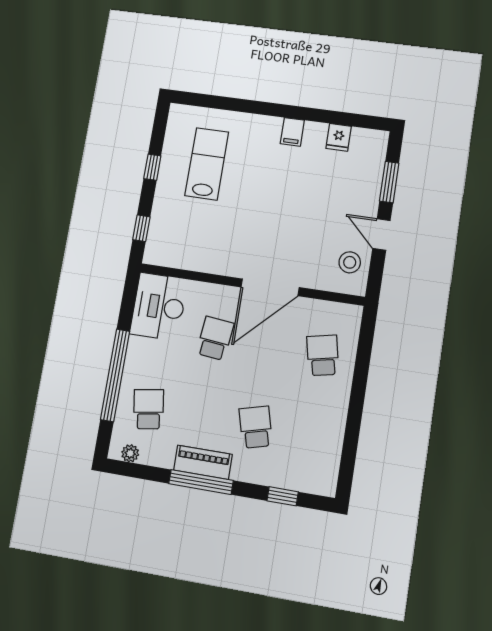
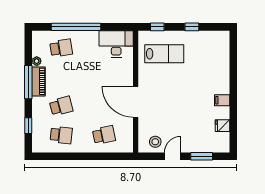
lab bench: (207, 164) -> (164, 54), moved
school desk: (215, 338) -> (61, 135), moved
plant: (130, 453) -> (37, 61), moved

